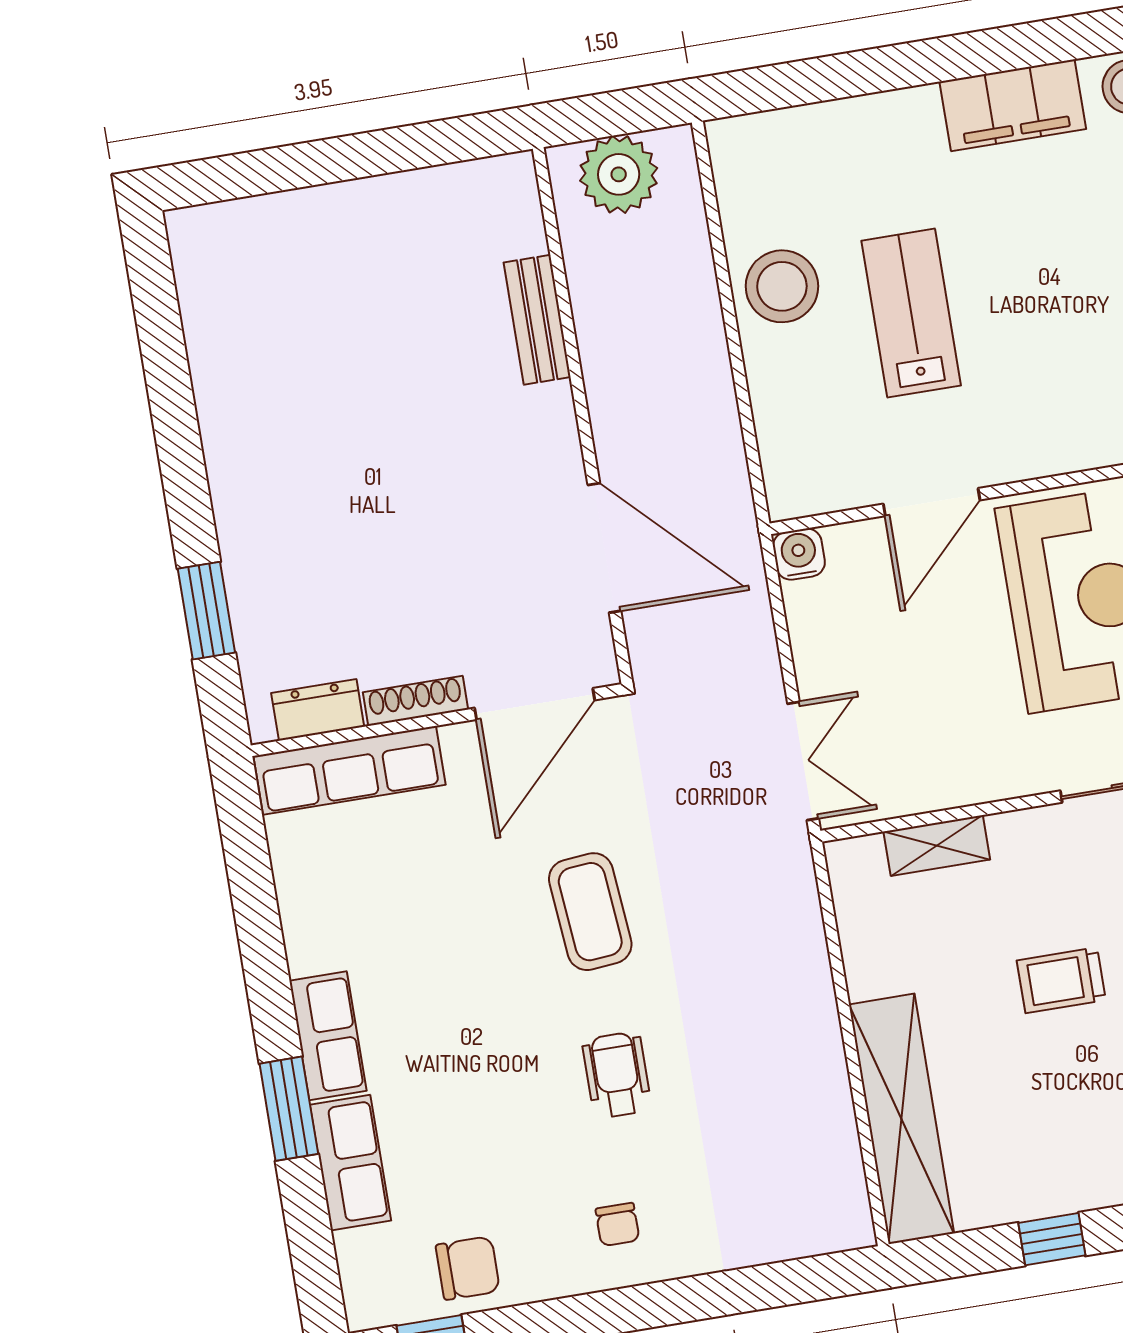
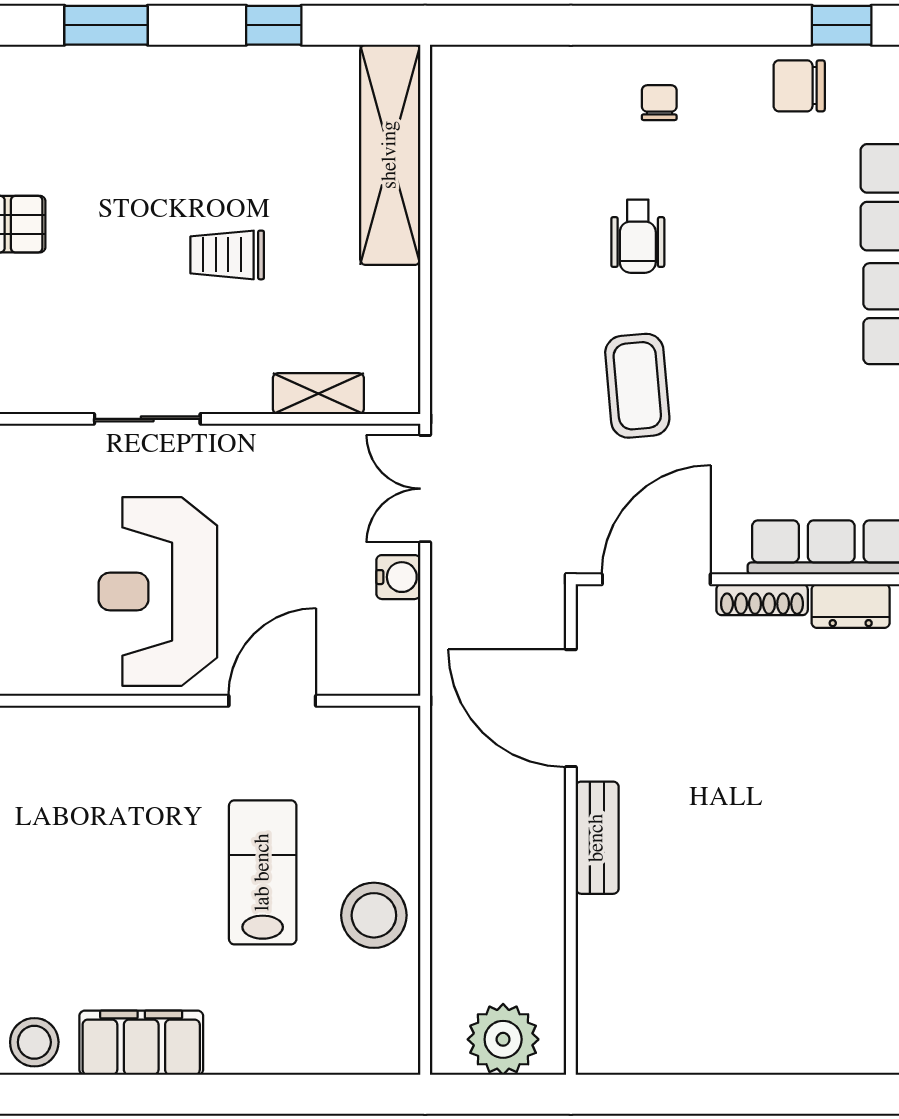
lab bench: (911, 313) -> (263, 872), turned 180
bench: (537, 320) -> (597, 838), moved
water cooler: (799, 554) -> (398, 577), moved, turned -90
trolley: (1061, 980) -> (227, 255), turned 180

